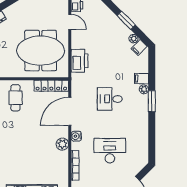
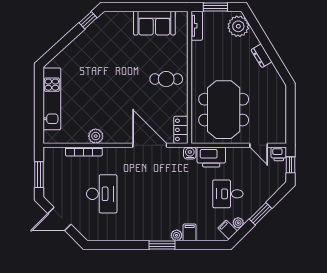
door: (70, 22) -> (259, 145), hinge flipped
locker: (51, 86) -> (181, 130), width x0.66
desk: (110, 99) -> (228, 194), moved, turned -90
water cooler: (76, 136) -> (190, 153), moved
plant: (62, 144) -> (96, 136), moved

